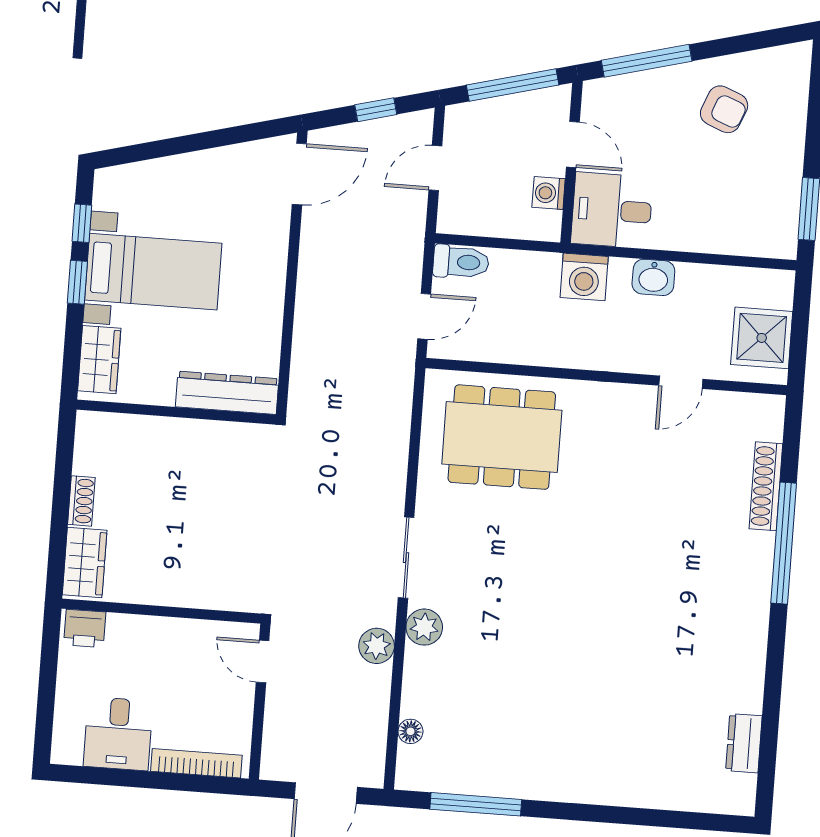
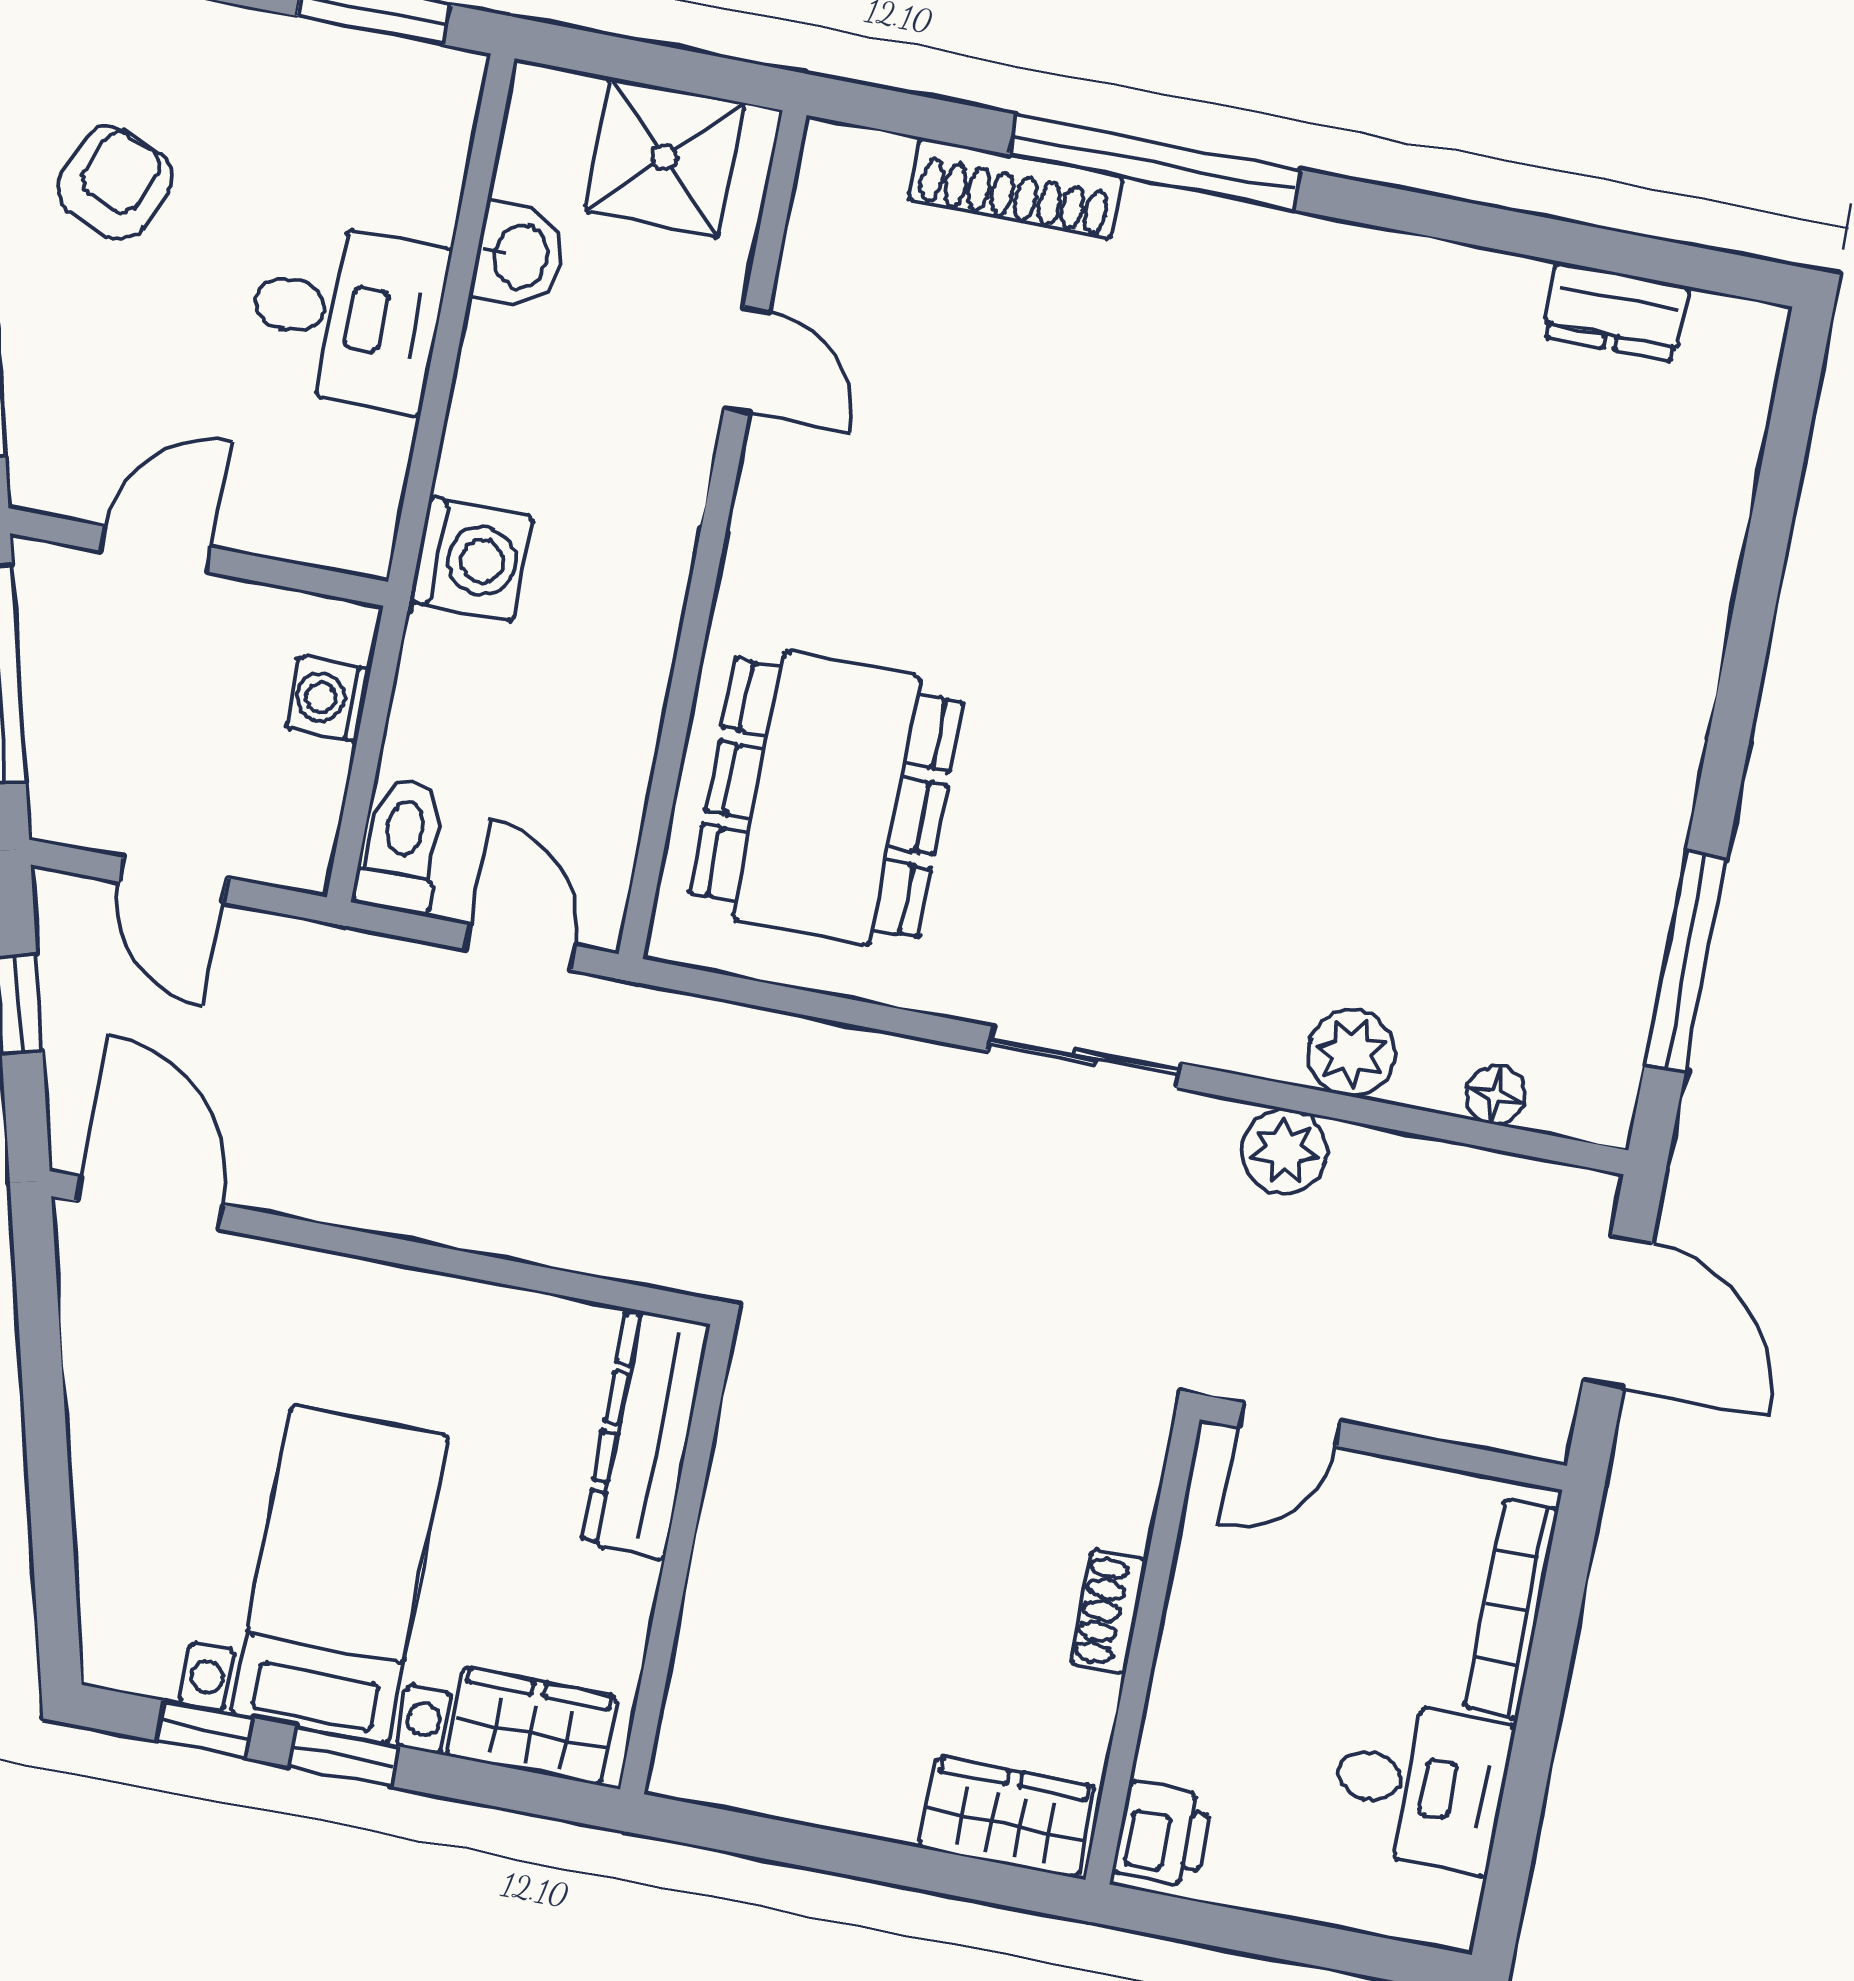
washing machine: (549, 193) -> (328, 699), moved, turned 90
desk: (612, 210) -> (346, 315), moved, turned -90
washbasin: (653, 277) -> (519, 256), moved
shoe rack: (81, 501) -> (1109, 1612), moved, turned -90
plant: (424, 627) -> (1352, 1053), moved

